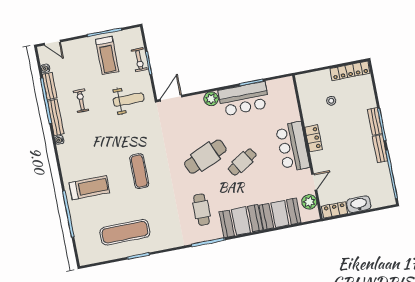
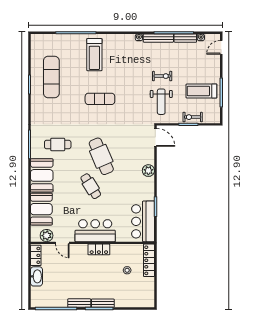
locker: (350, 71) -> (149, 260), moved
bar counter: (244, 99) -> (143, 221), moved
exercise bike: (81, 101) -> (162, 76), moved

